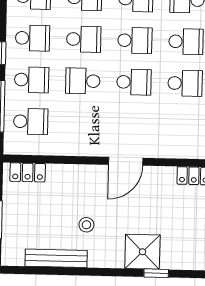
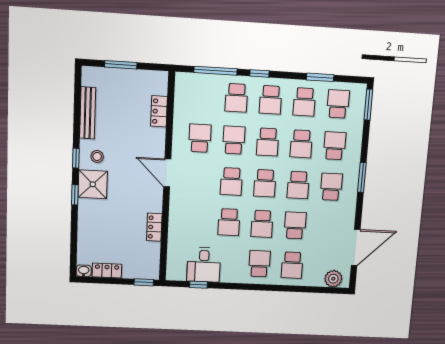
school desk: (31, 121) -> (200, 138), moved, turned 180
locker: (28, 172) -> (159, 111), moved
stool: (86, 225) -> (97, 156), moved
window: (111, 272) -> (76, 158), added

